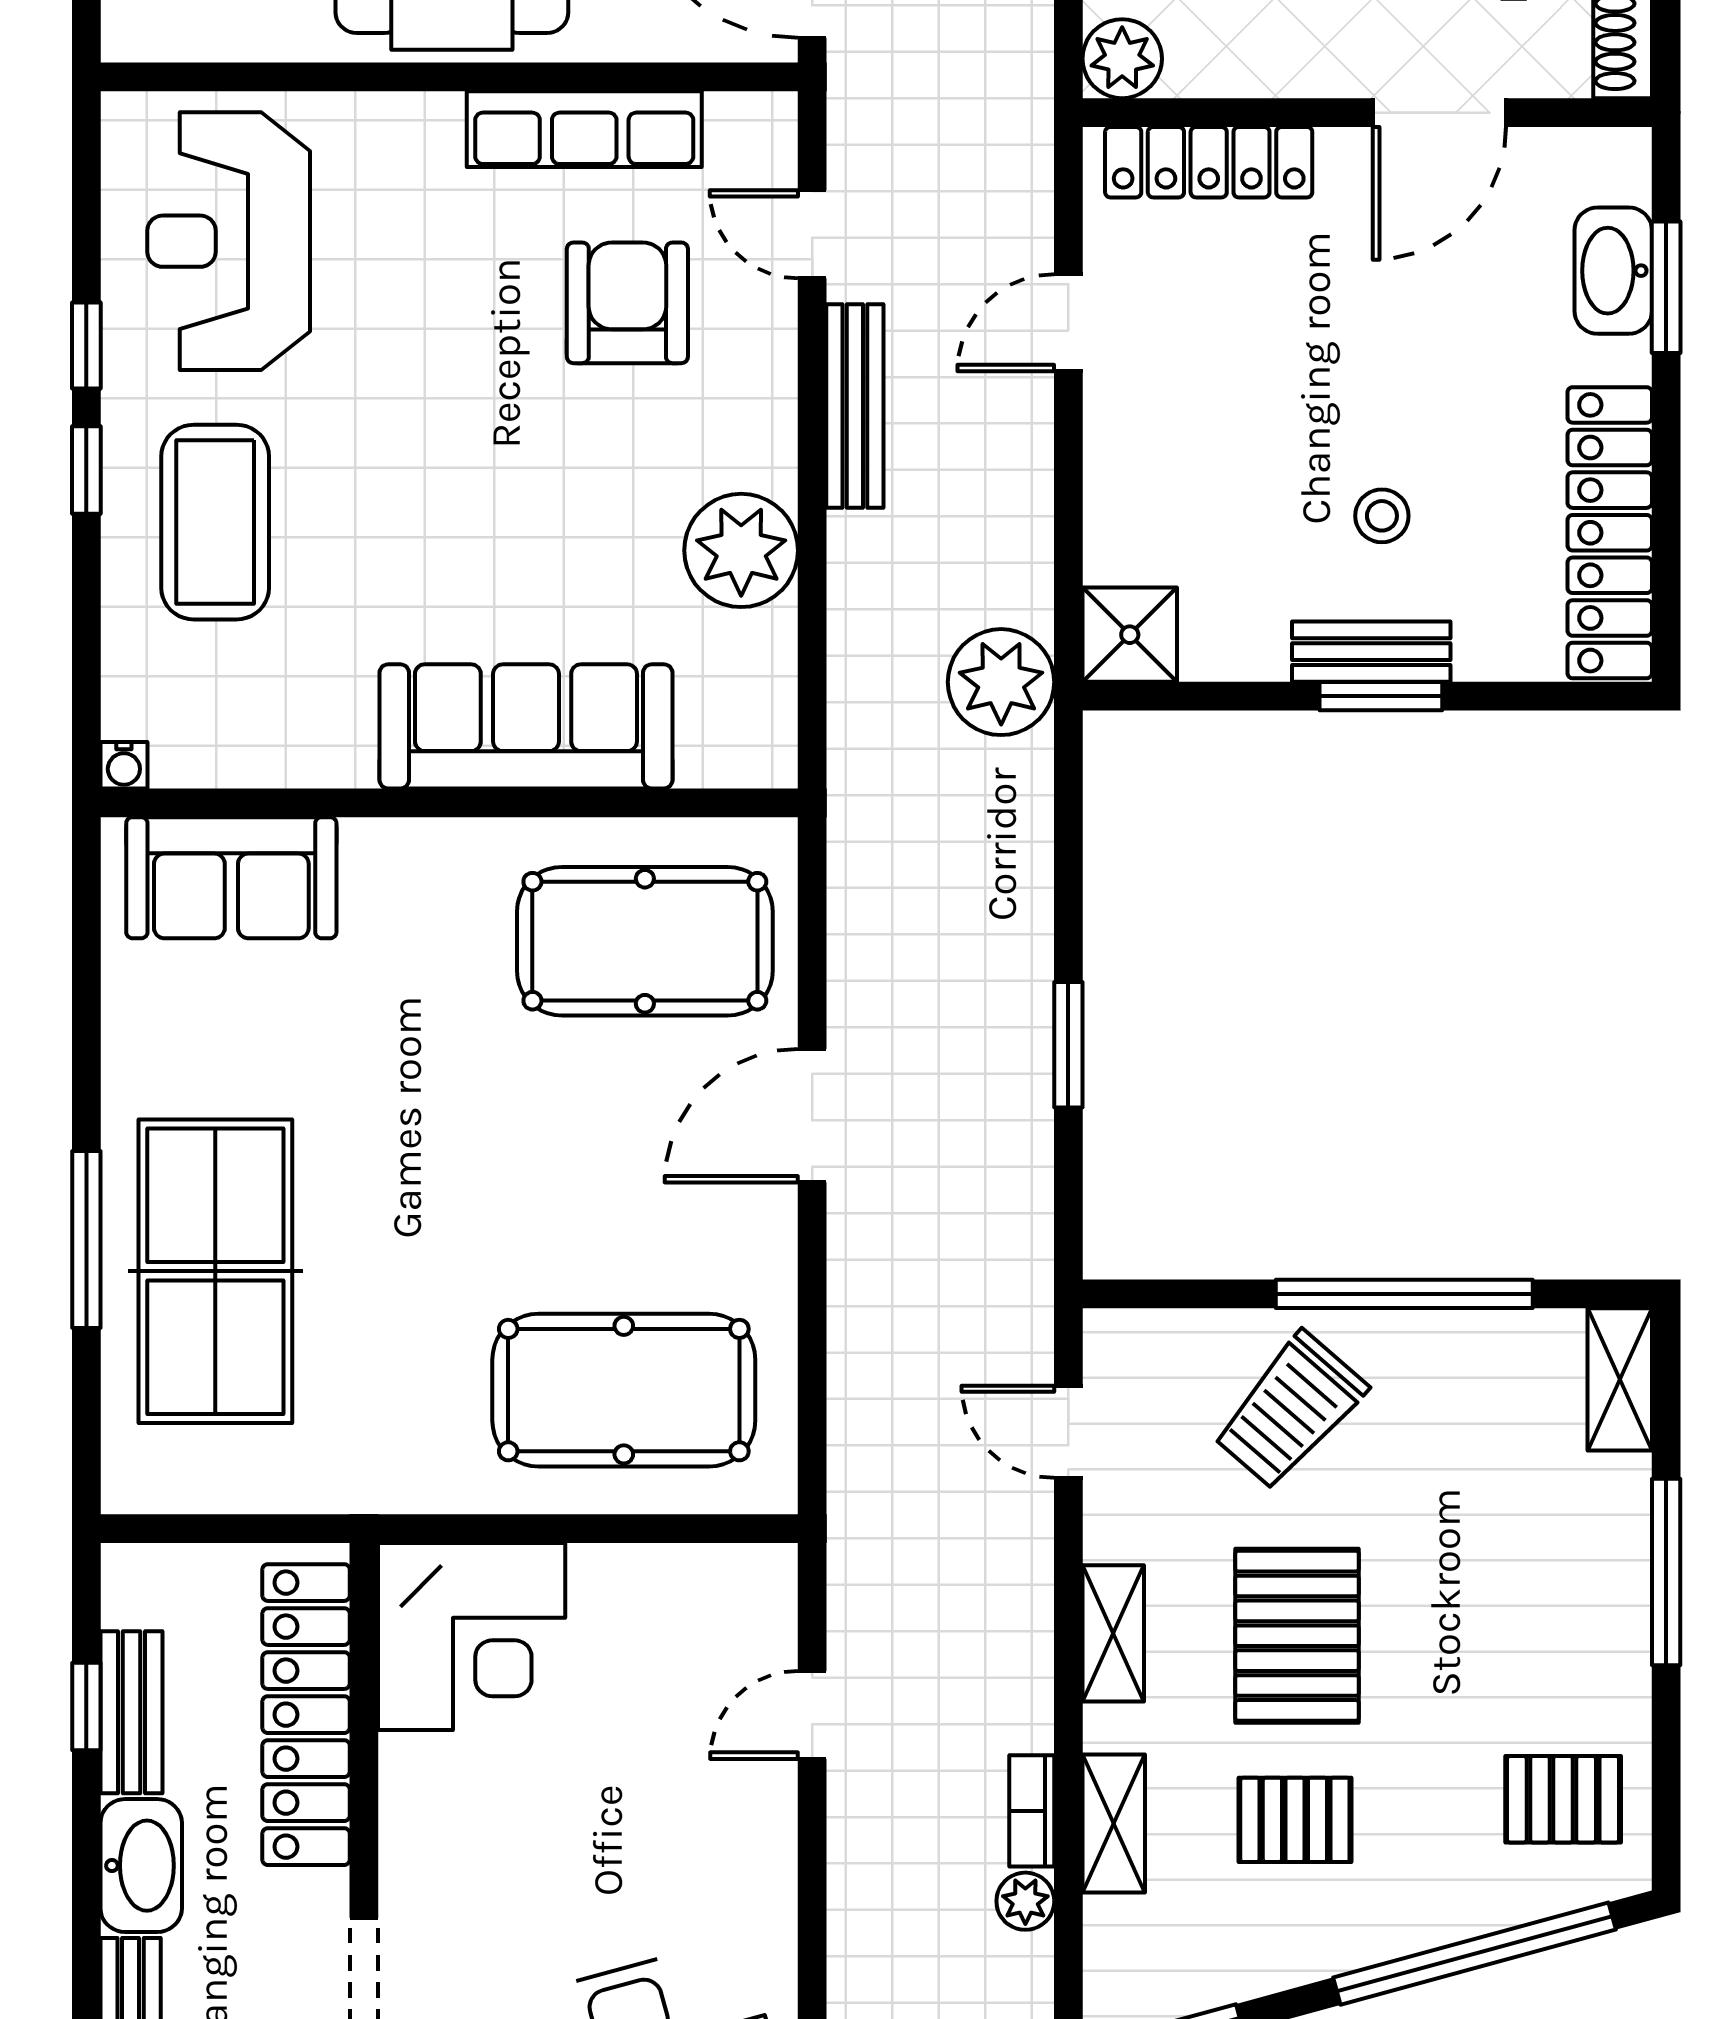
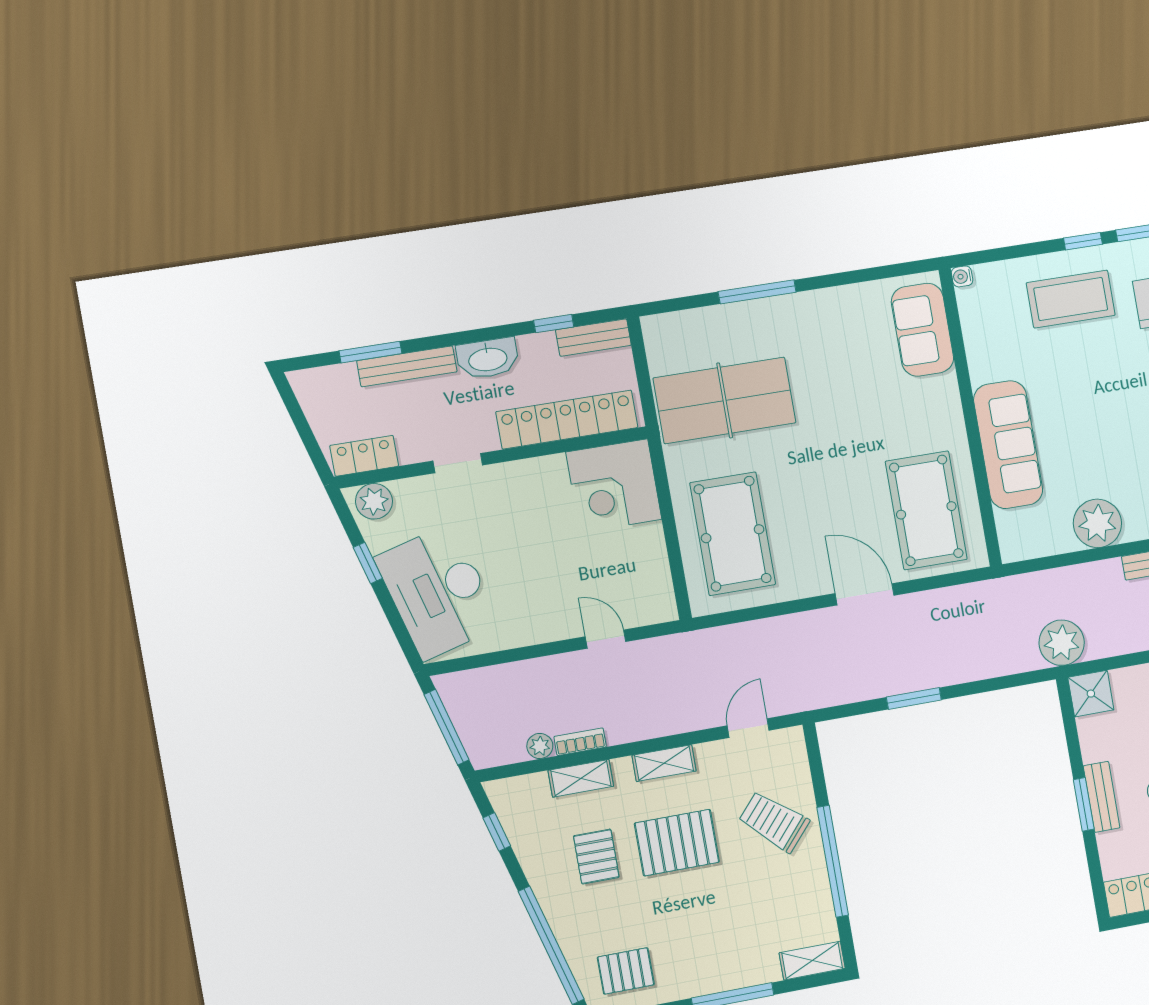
table tennis table: (215, 1271) -> (725, 400), moved
bench: (131, 1712) -> (593, 338), moved
pallet: (1563, 1799) -> (626, 971), turned 90

